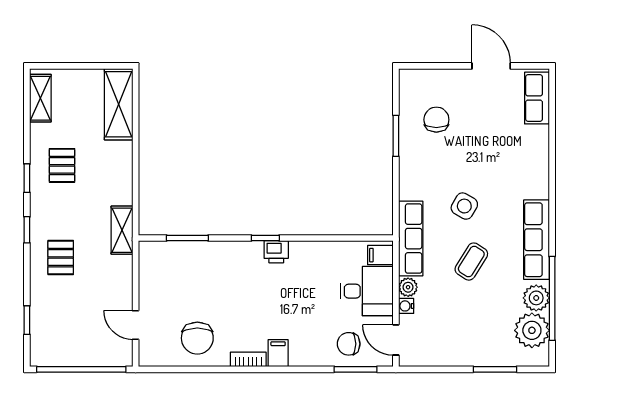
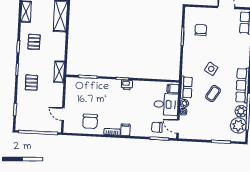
row of seats: (411, 239) -> (186, 87), width x0.68

